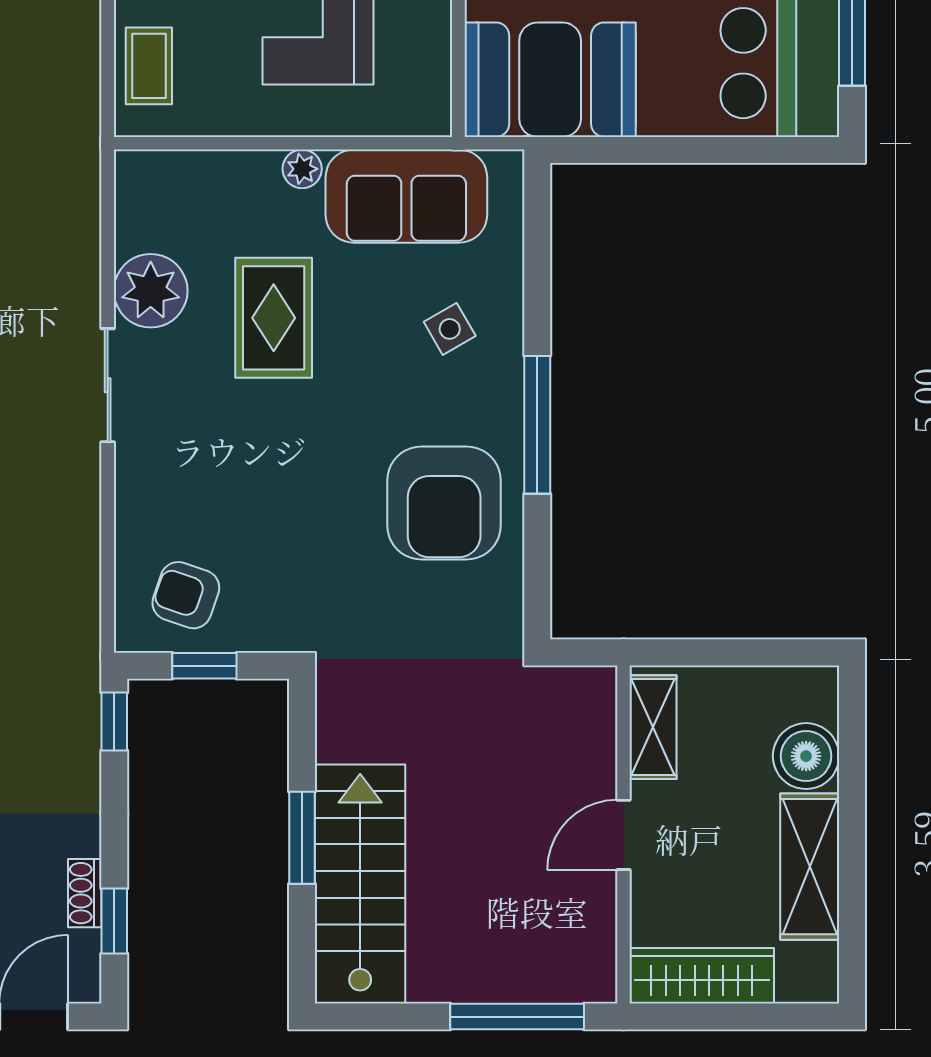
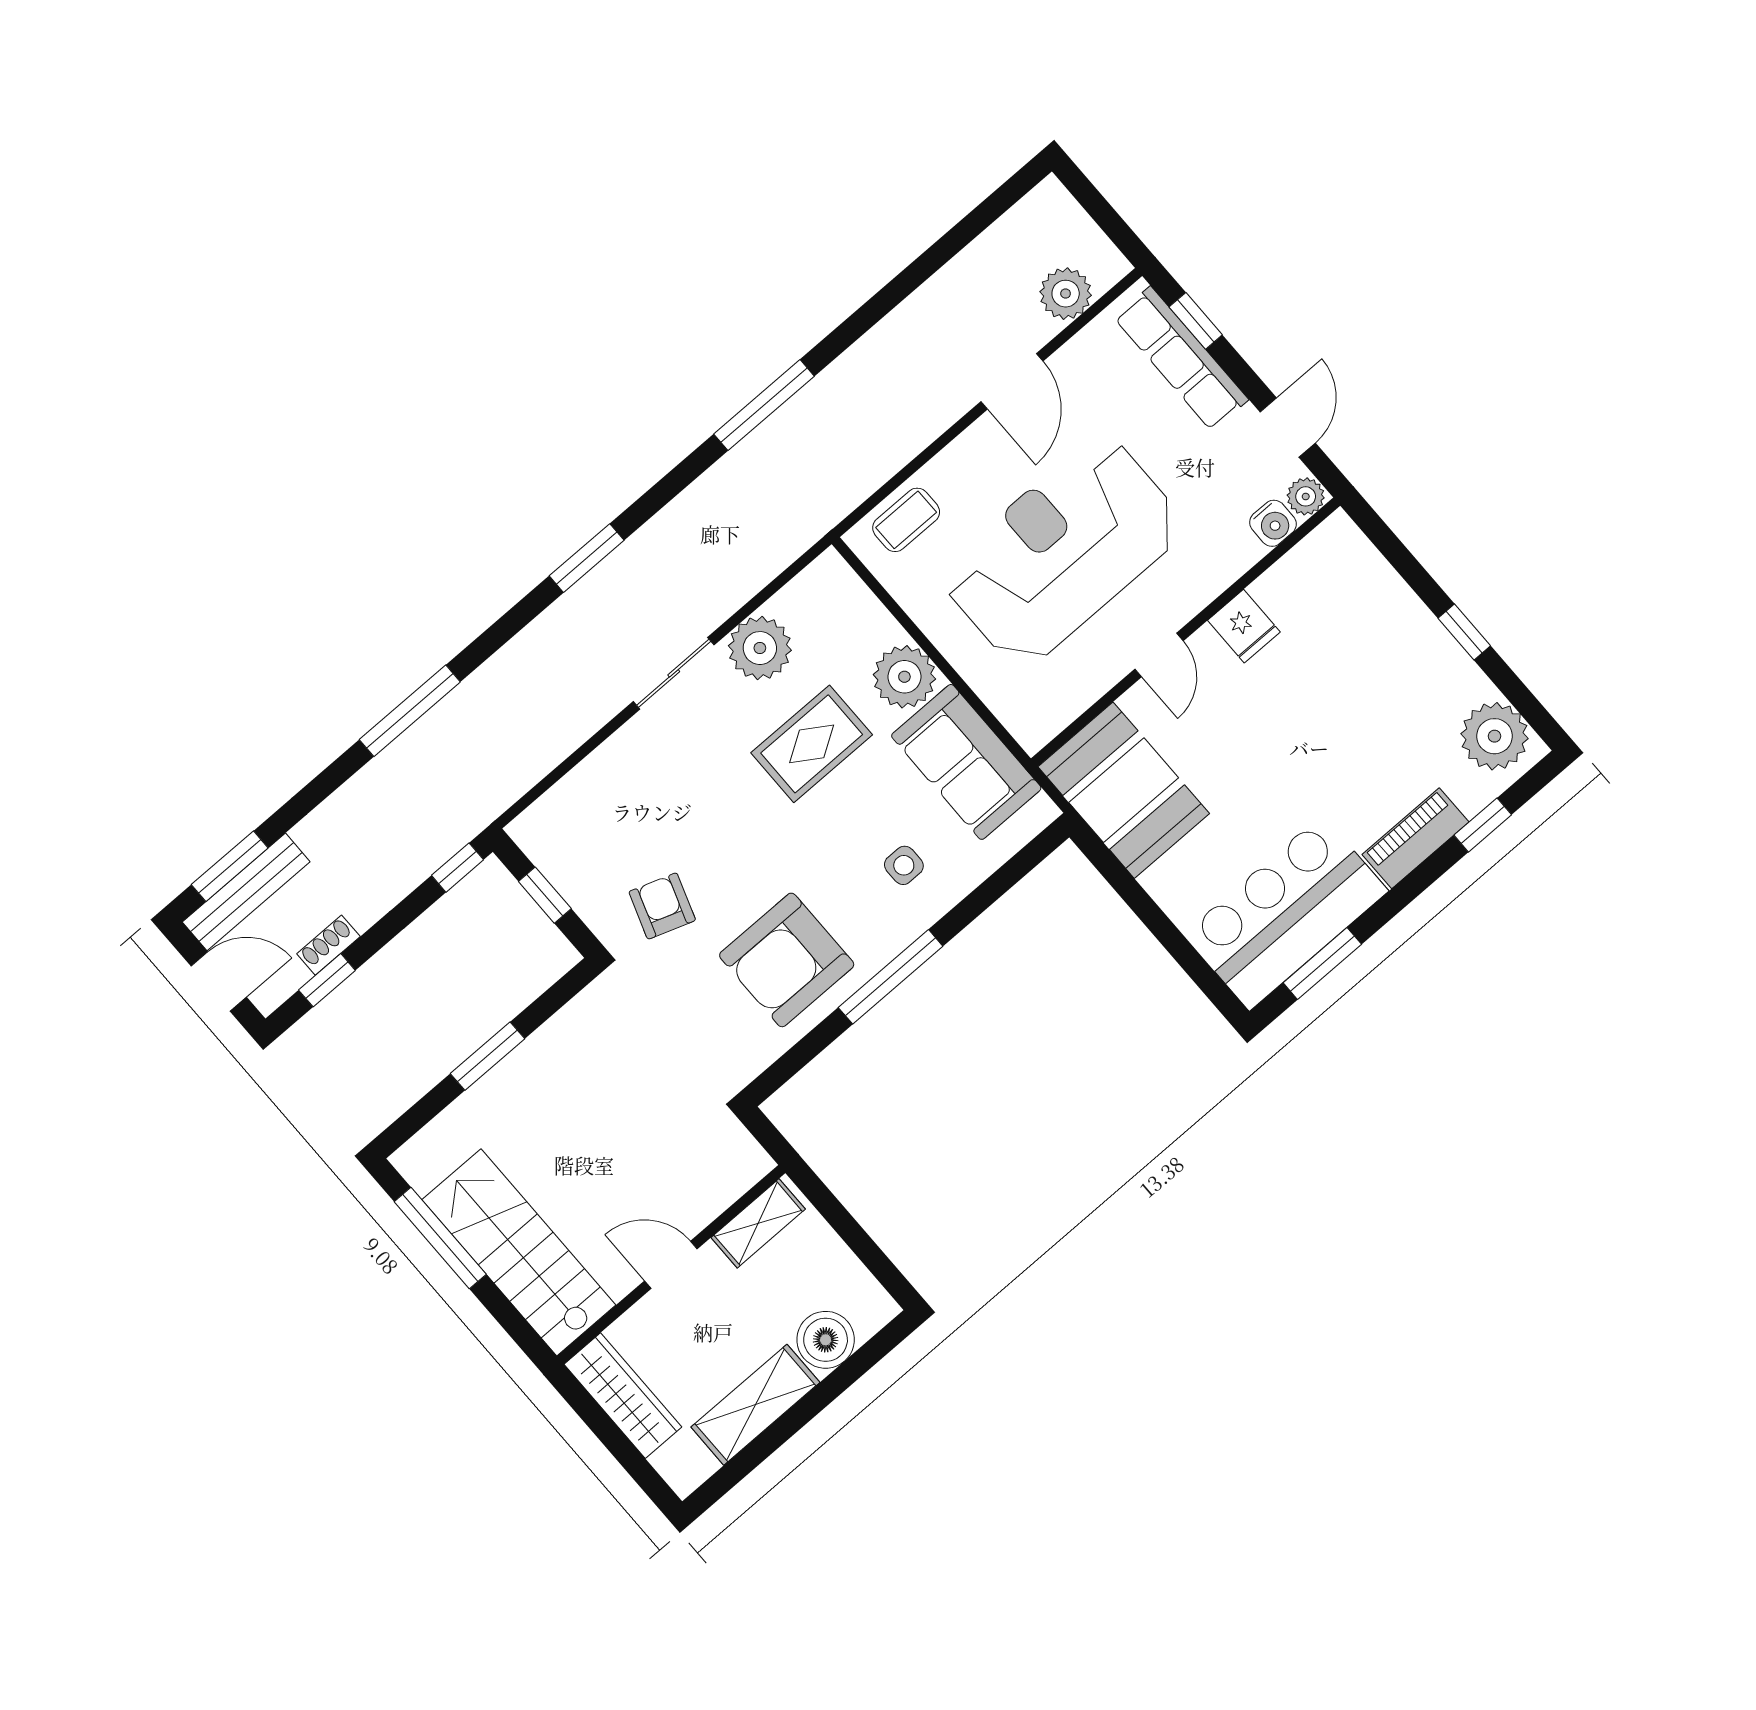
plant: (302, 169) -> (904, 677), width x1.88, depth x1.88
side table: (450, 329) -> (904, 865), turned 30
armchair: (186, 595) -> (662, 906), moved
stairs: (360, 884) -> (519, 1252), moved, turned -90
window: (517, 1017) -> (440, 1238), moved

